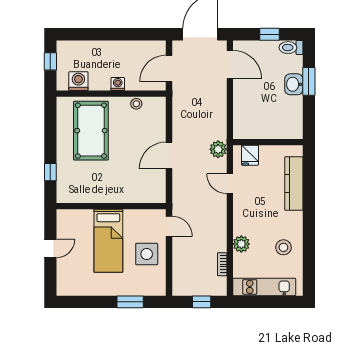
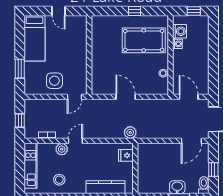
washing machine: (118, 84) -> (177, 44), moved
window: (50, 172) -> (134, 11), moved
door: (230, 184) -> (75, 141), moved
bed: (108, 241) -> (35, 38), moved, turned -90

